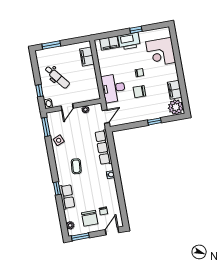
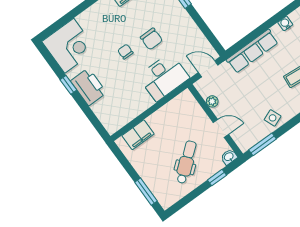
filing cabinet: (109, 43) -> (105, 113), removed
corner desk: (161, 52) -> (69, 46), moved

